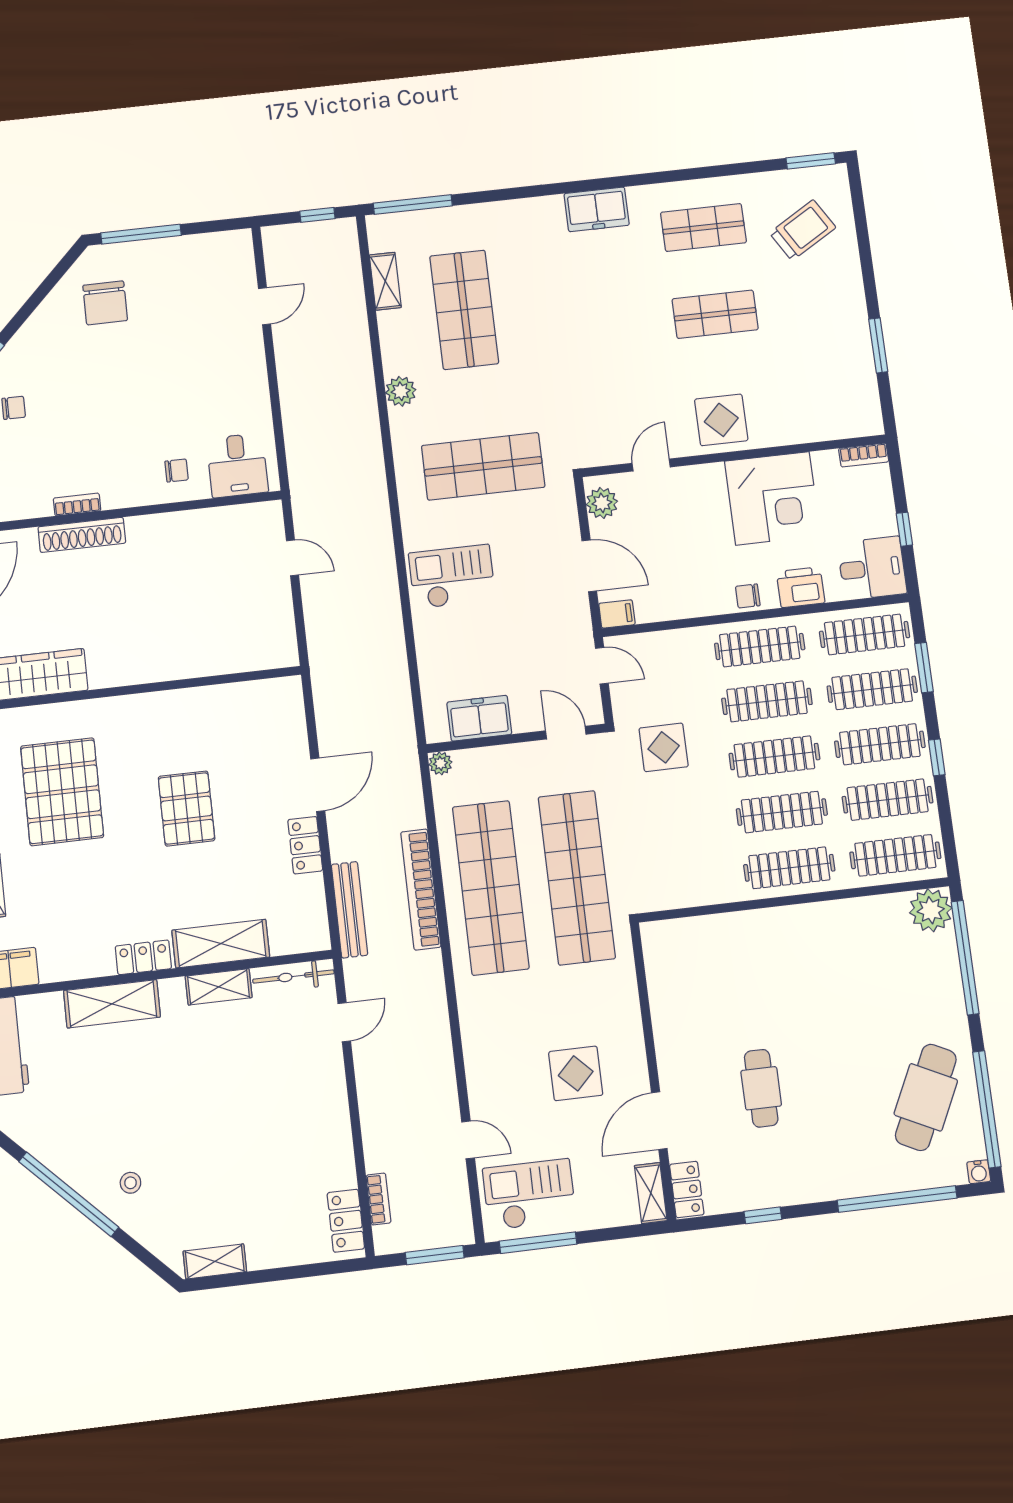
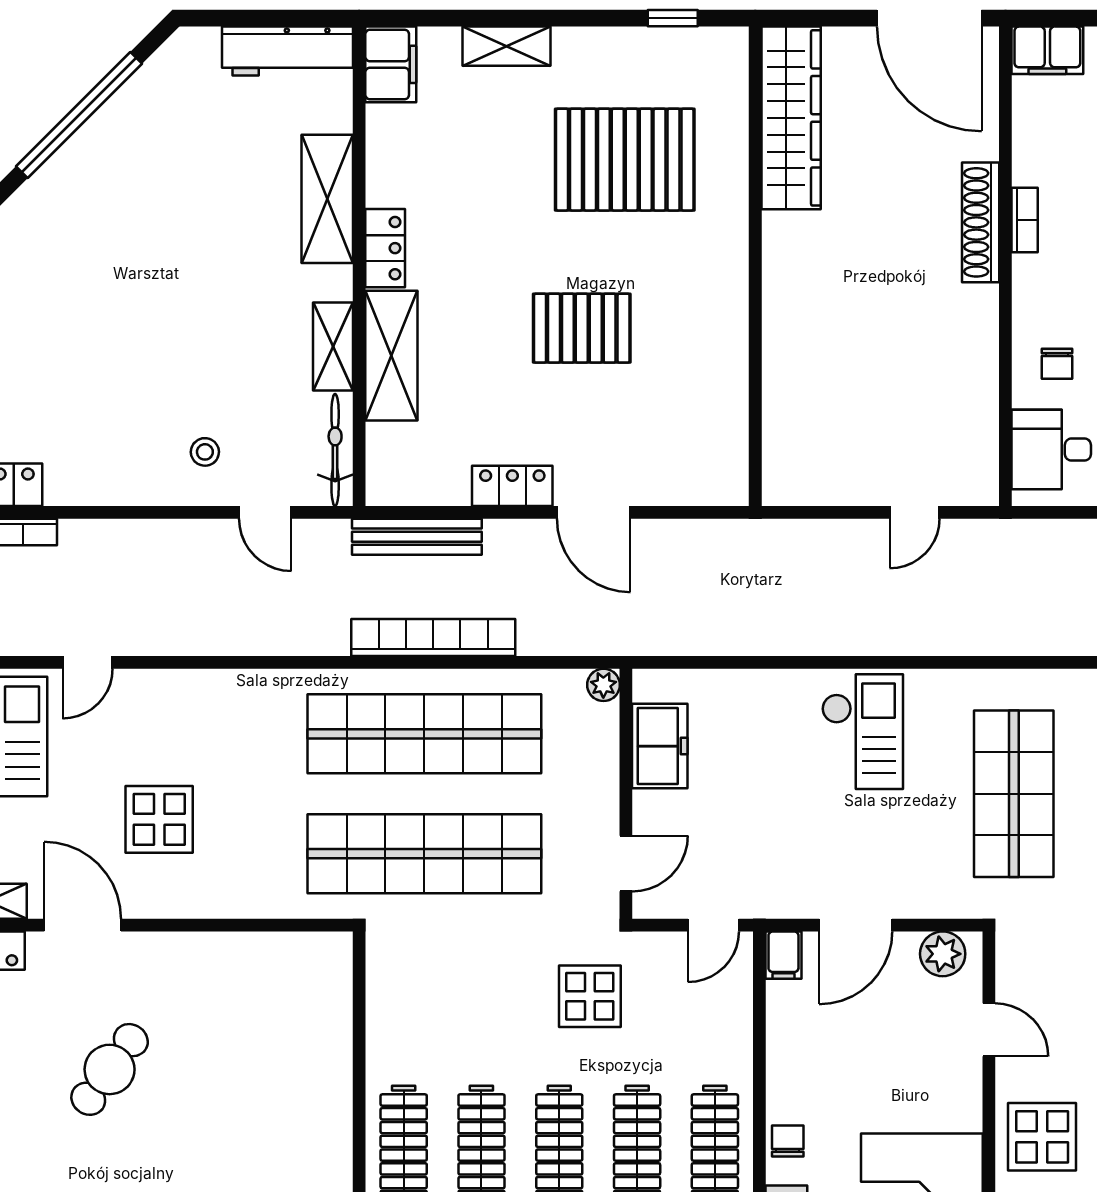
cafe table: (761, 1088) -> (110, 1069), turned -54
stool: (130, 1183) -> (205, 452), moved

